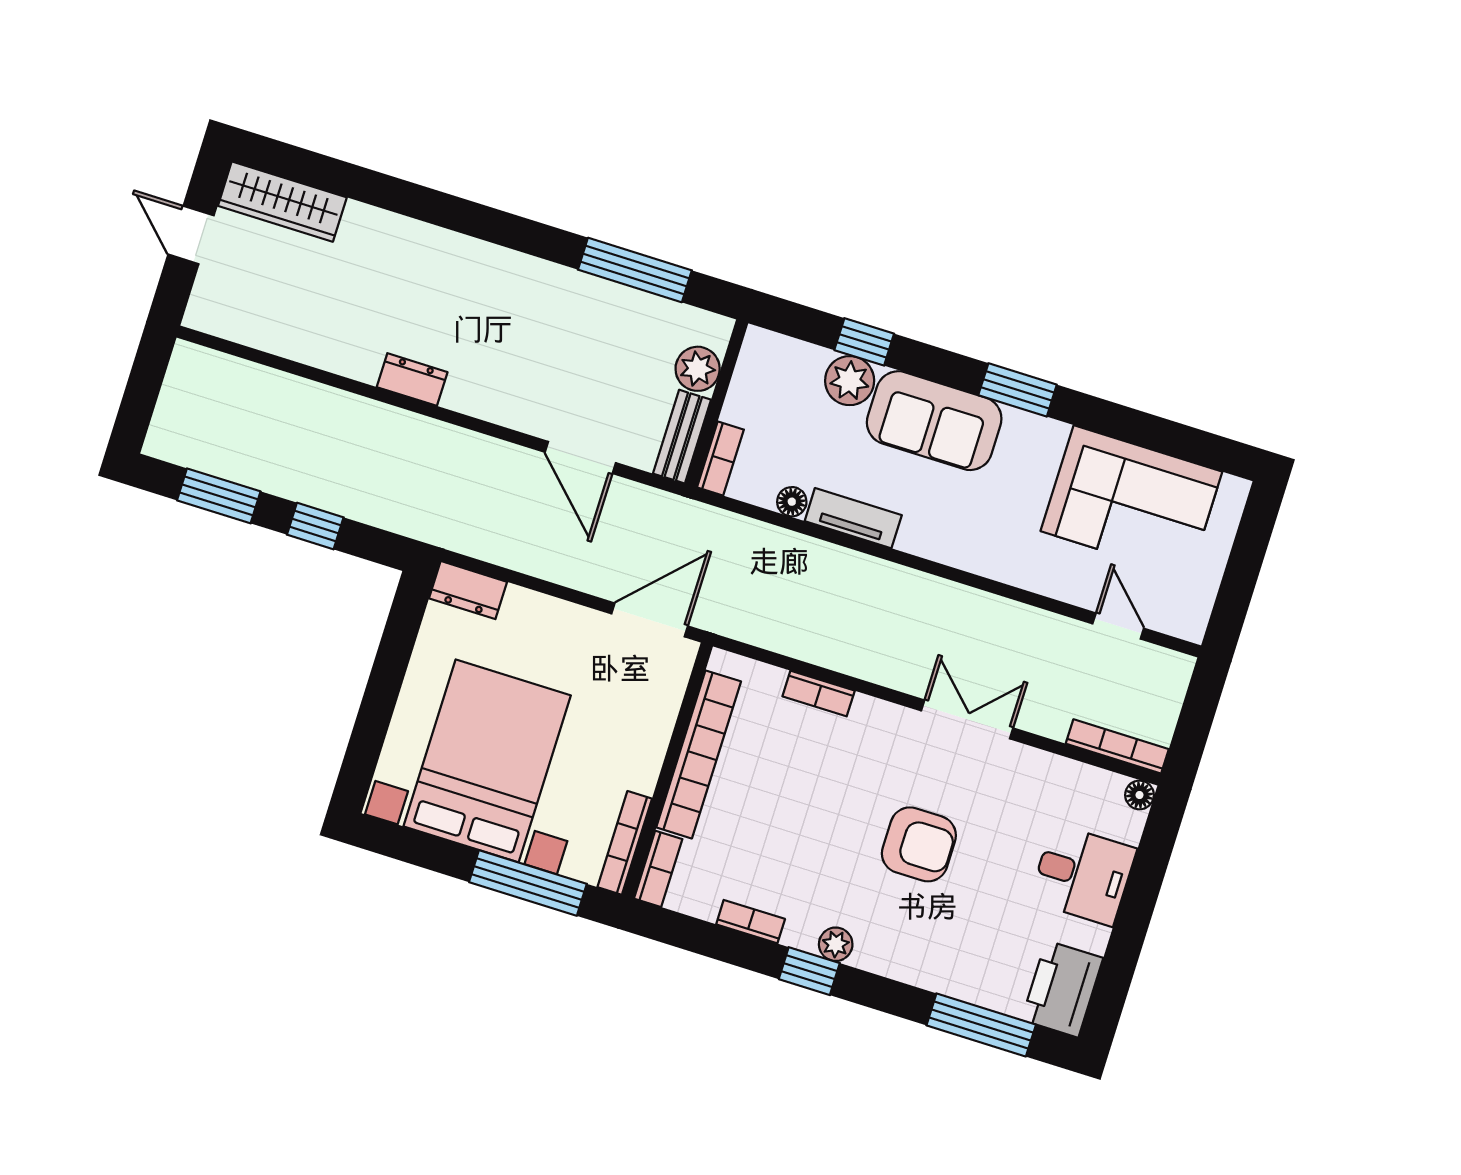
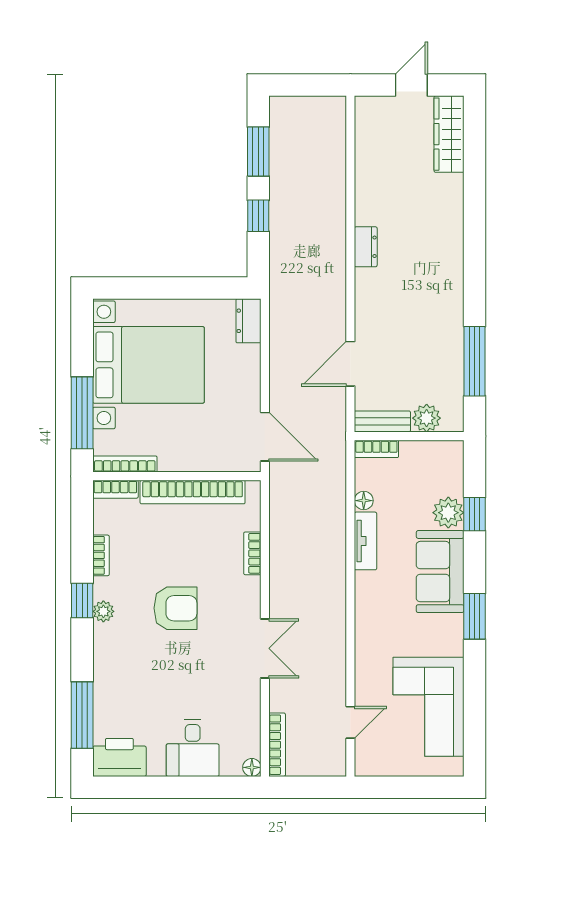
armchair: (919, 844) -> (175, 608), moved, turned -90

